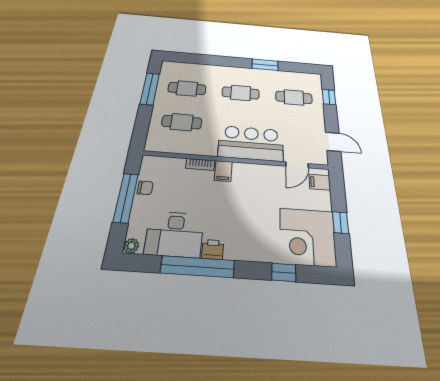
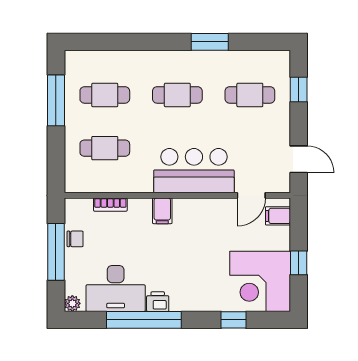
bookcase: (200, 164) -> (110, 205), moved

